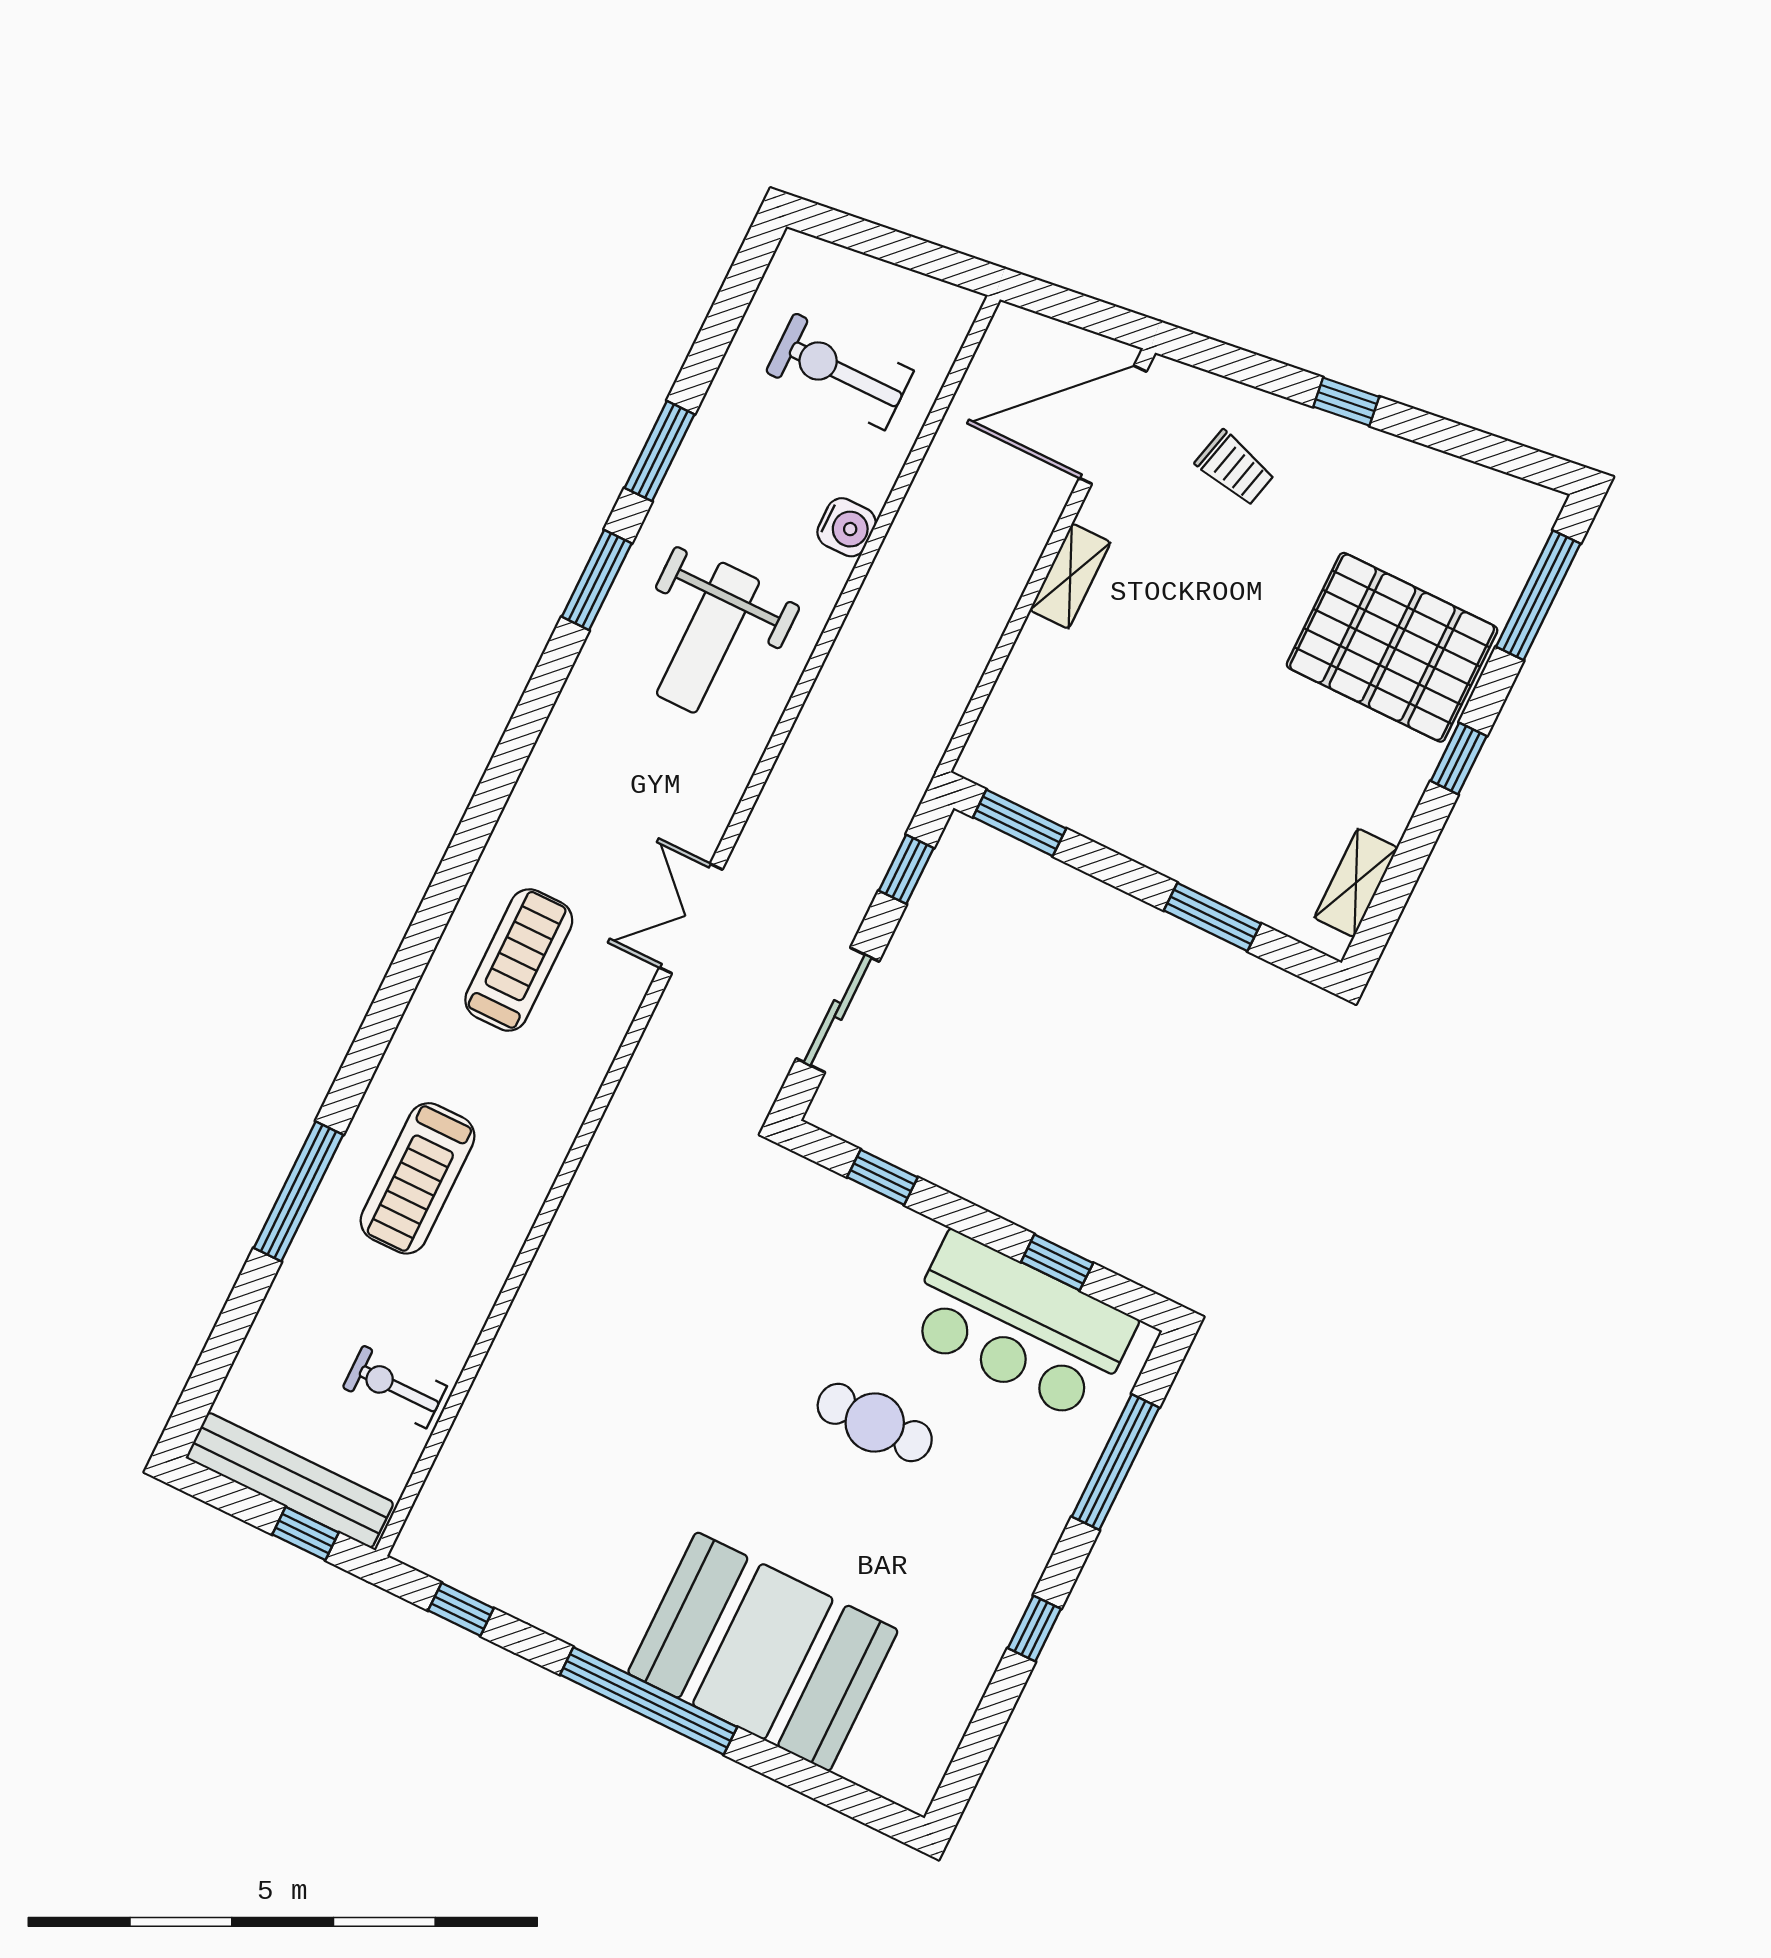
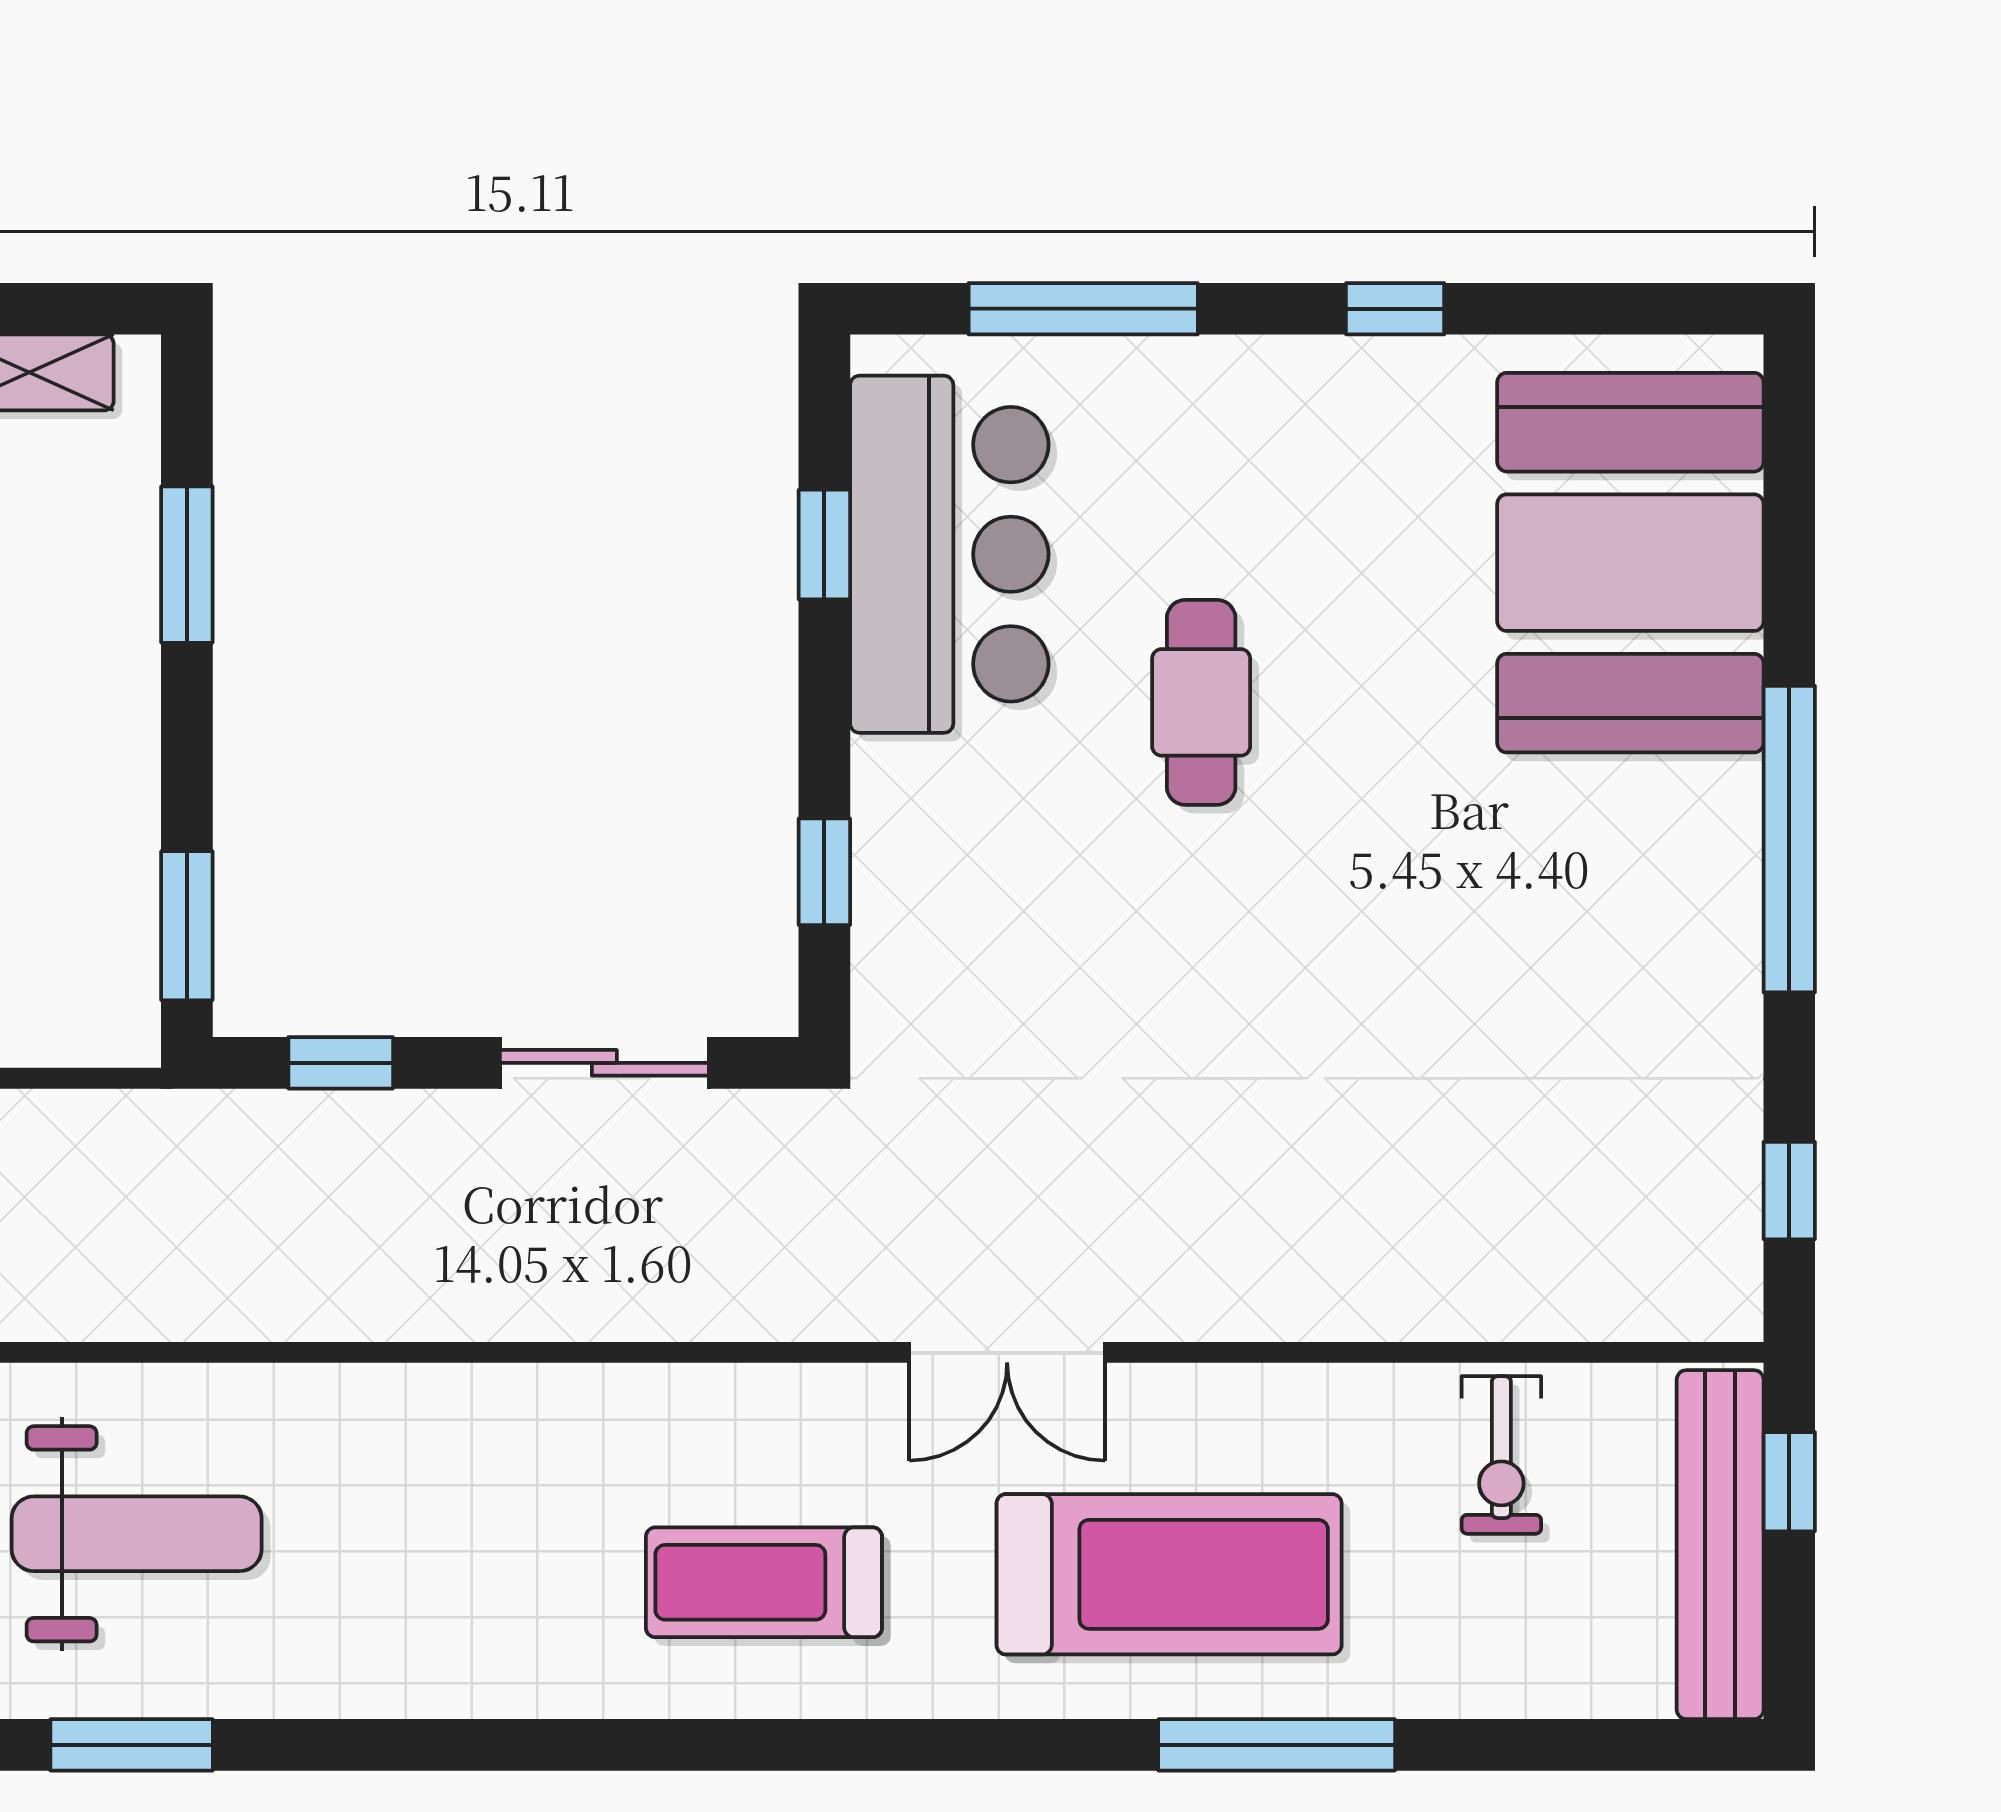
double door: (691, 918) -> (1007, 1352), moved
treadmill: (418, 1178) -> (1169, 1574), width x1.37, depth x1.38
booth: (763, 1652) -> (1630, 563), moved

